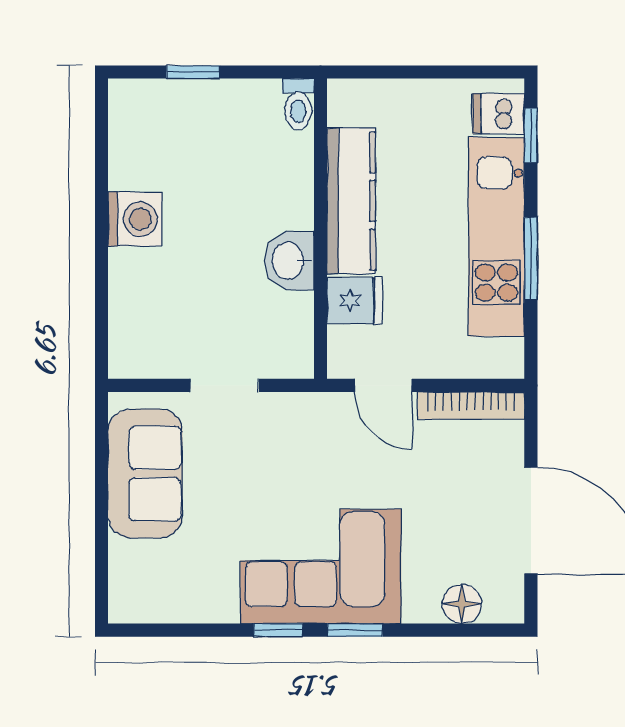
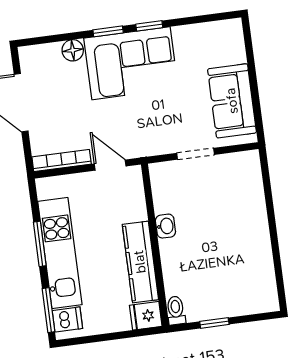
window: (193, 72) -> (214, 323), moved
window: (531, 135) -> (48, 310), width x1.50
washing machine: (135, 219) -> (256, 237), removed
washbasin: (289, 261) -> (165, 226), width x0.72, depth x0.69
fridge: (355, 300) -> (146, 316), moved
floor lamp: (462, 604) -> (73, 50), moved

